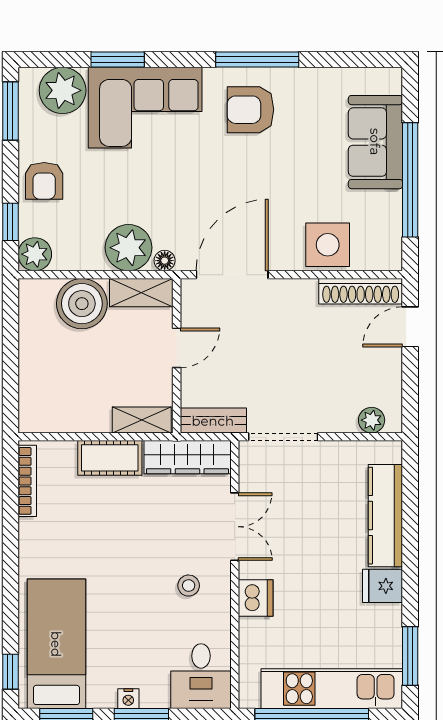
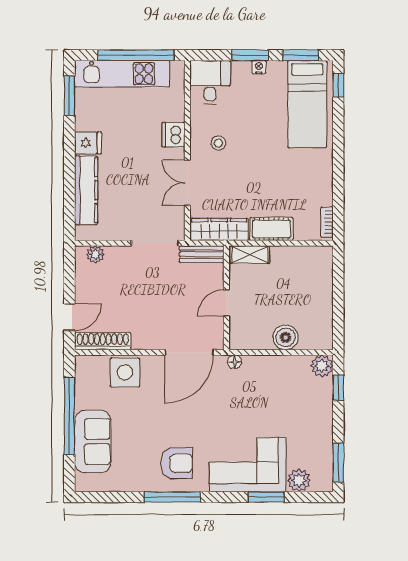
plant: (63, 90) -> (299, 480), width x0.73, depth x0.73
armchair: (44, 181) -> (316, 415), removed
plant: (129, 248) -> (259, 370), removed
shelving: (141, 293) -> (250, 340), removed
boiler: (82, 304) -> (286, 337), width x0.73, depth x0.73
bookcase: (27, 481) -> (327, 222), width x0.64

